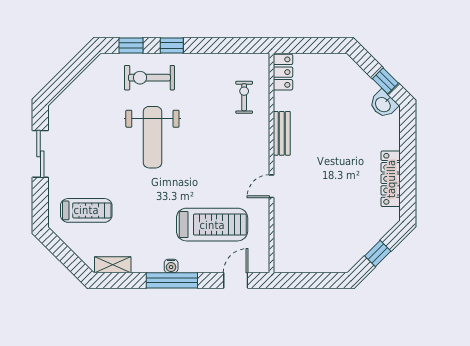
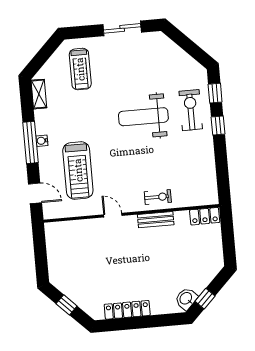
exercise bike: (244, 97) -> (158, 197), moved

